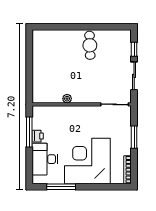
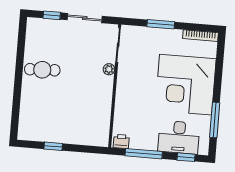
window: (29, 59) -> (53, 146), added
plant: (67, 99) -> (109, 69), moved
printer: (38, 136) -> (121, 141), moved
window: (29, 166) -> (186, 157), added

